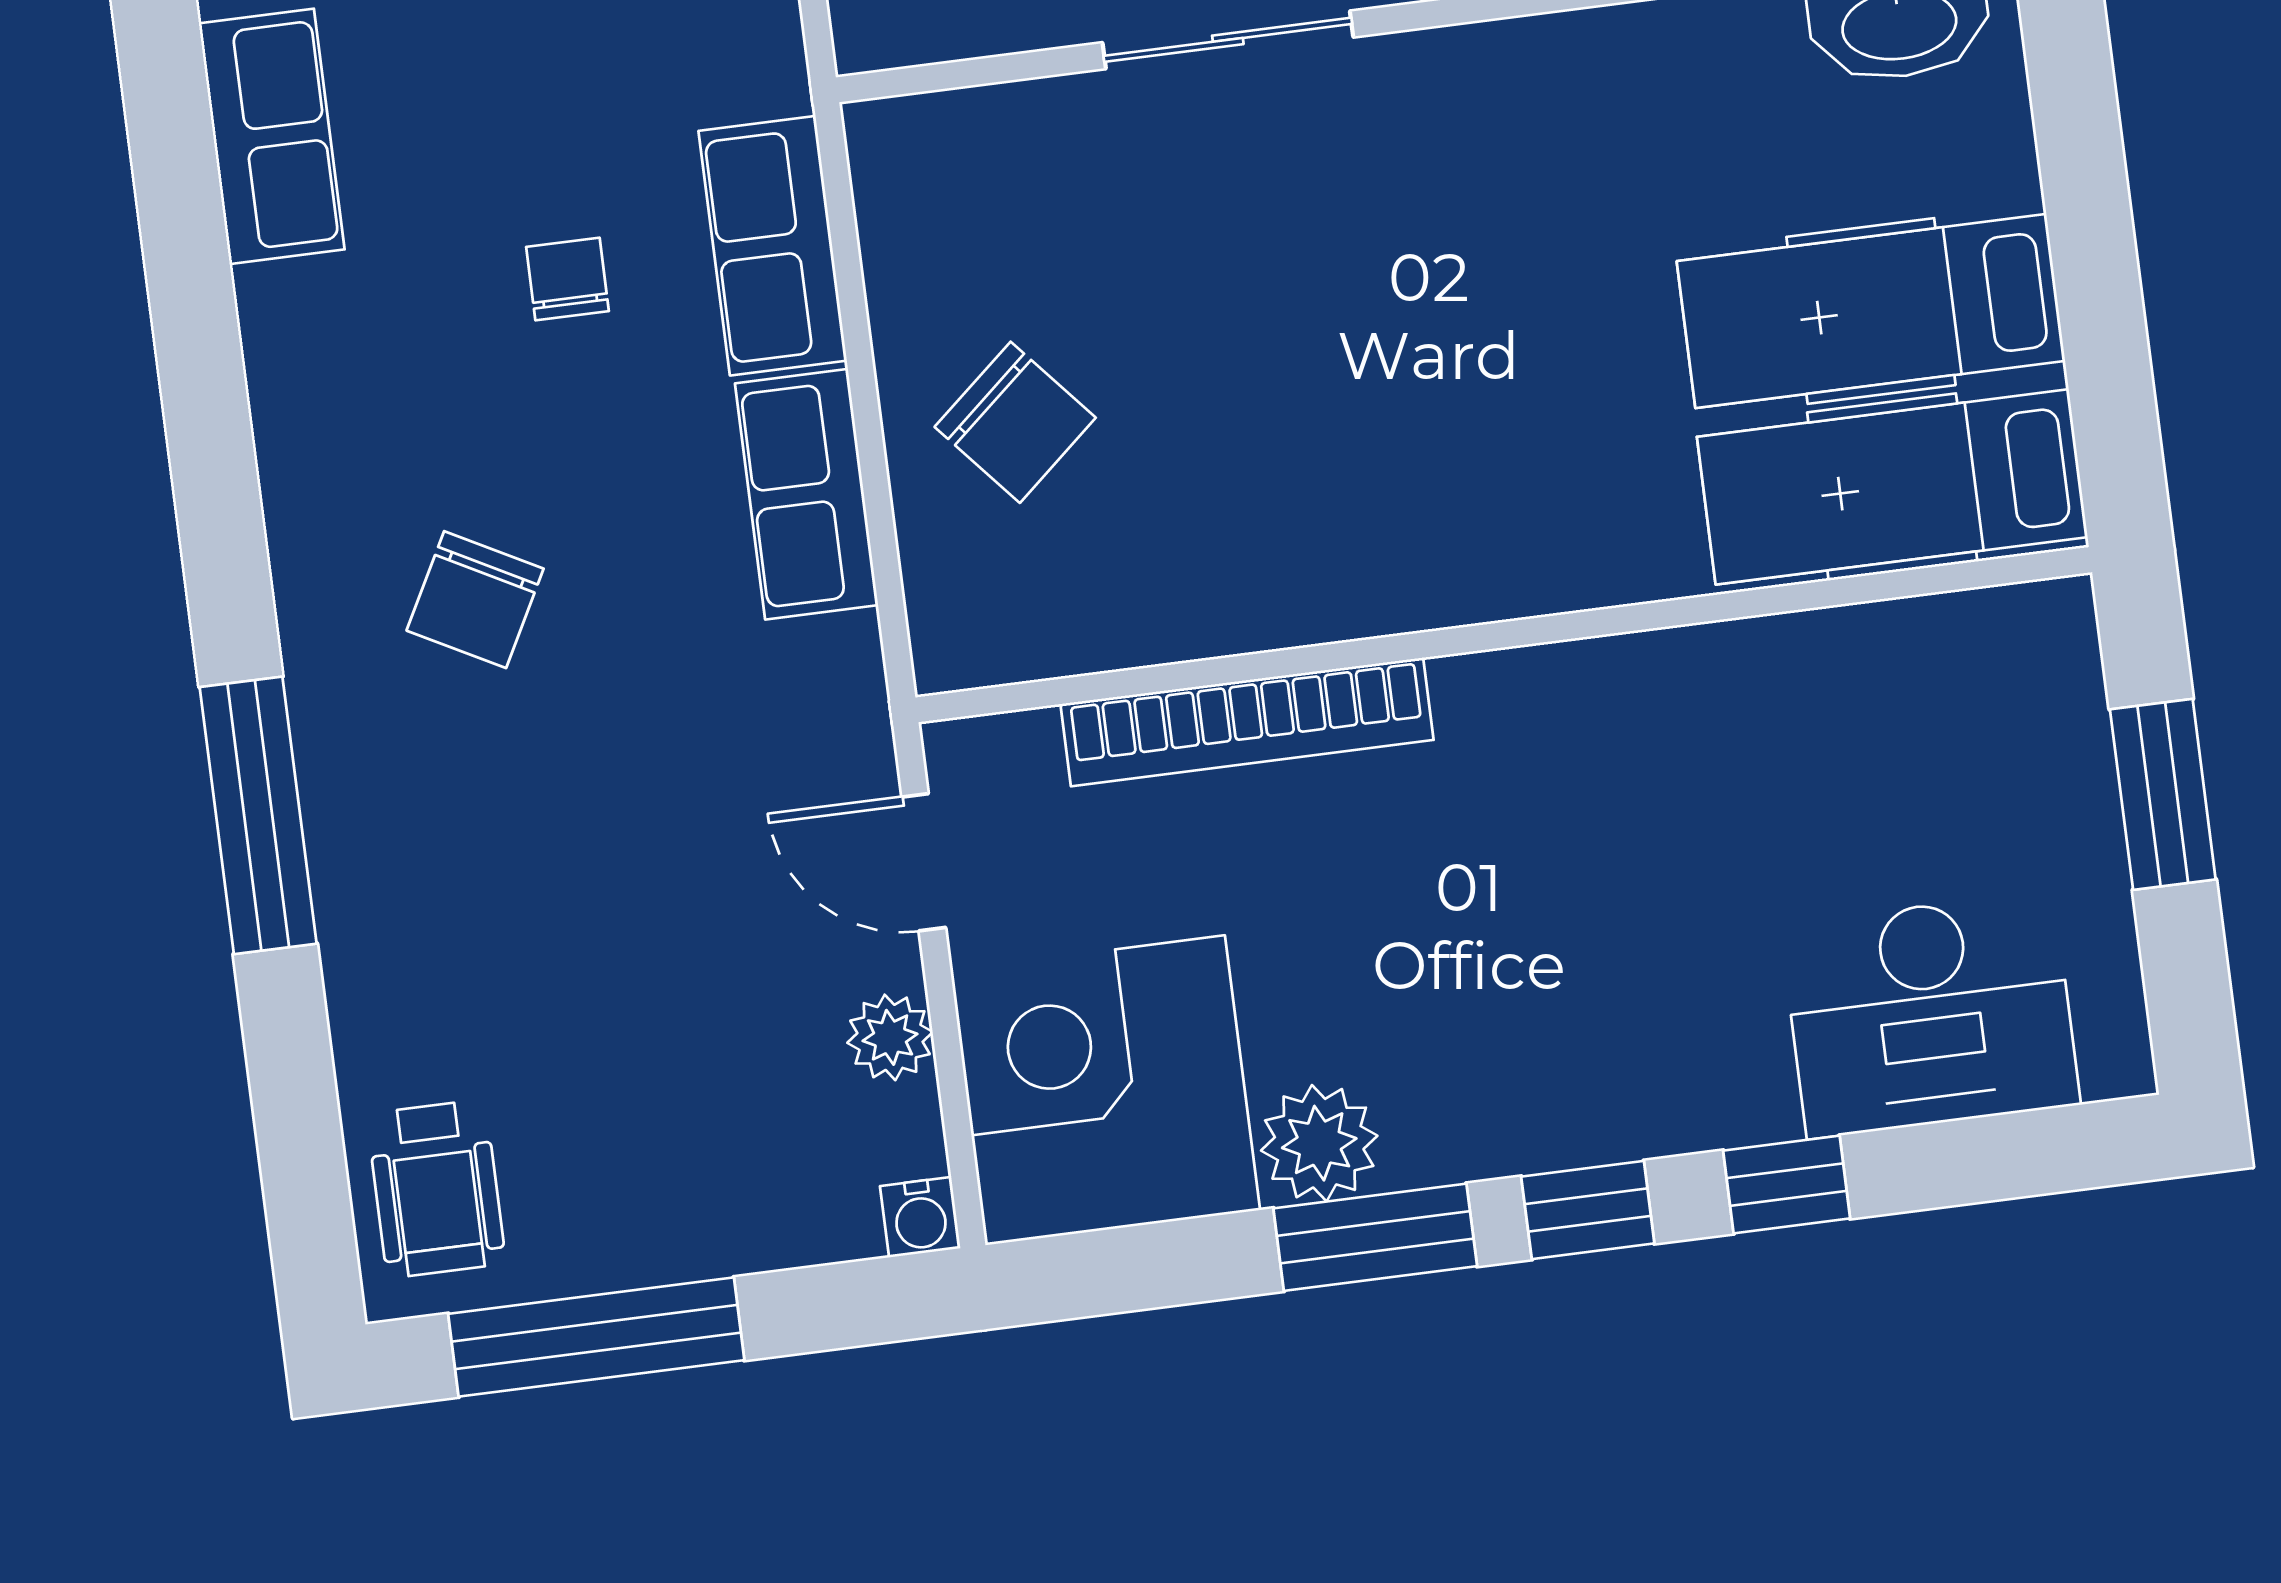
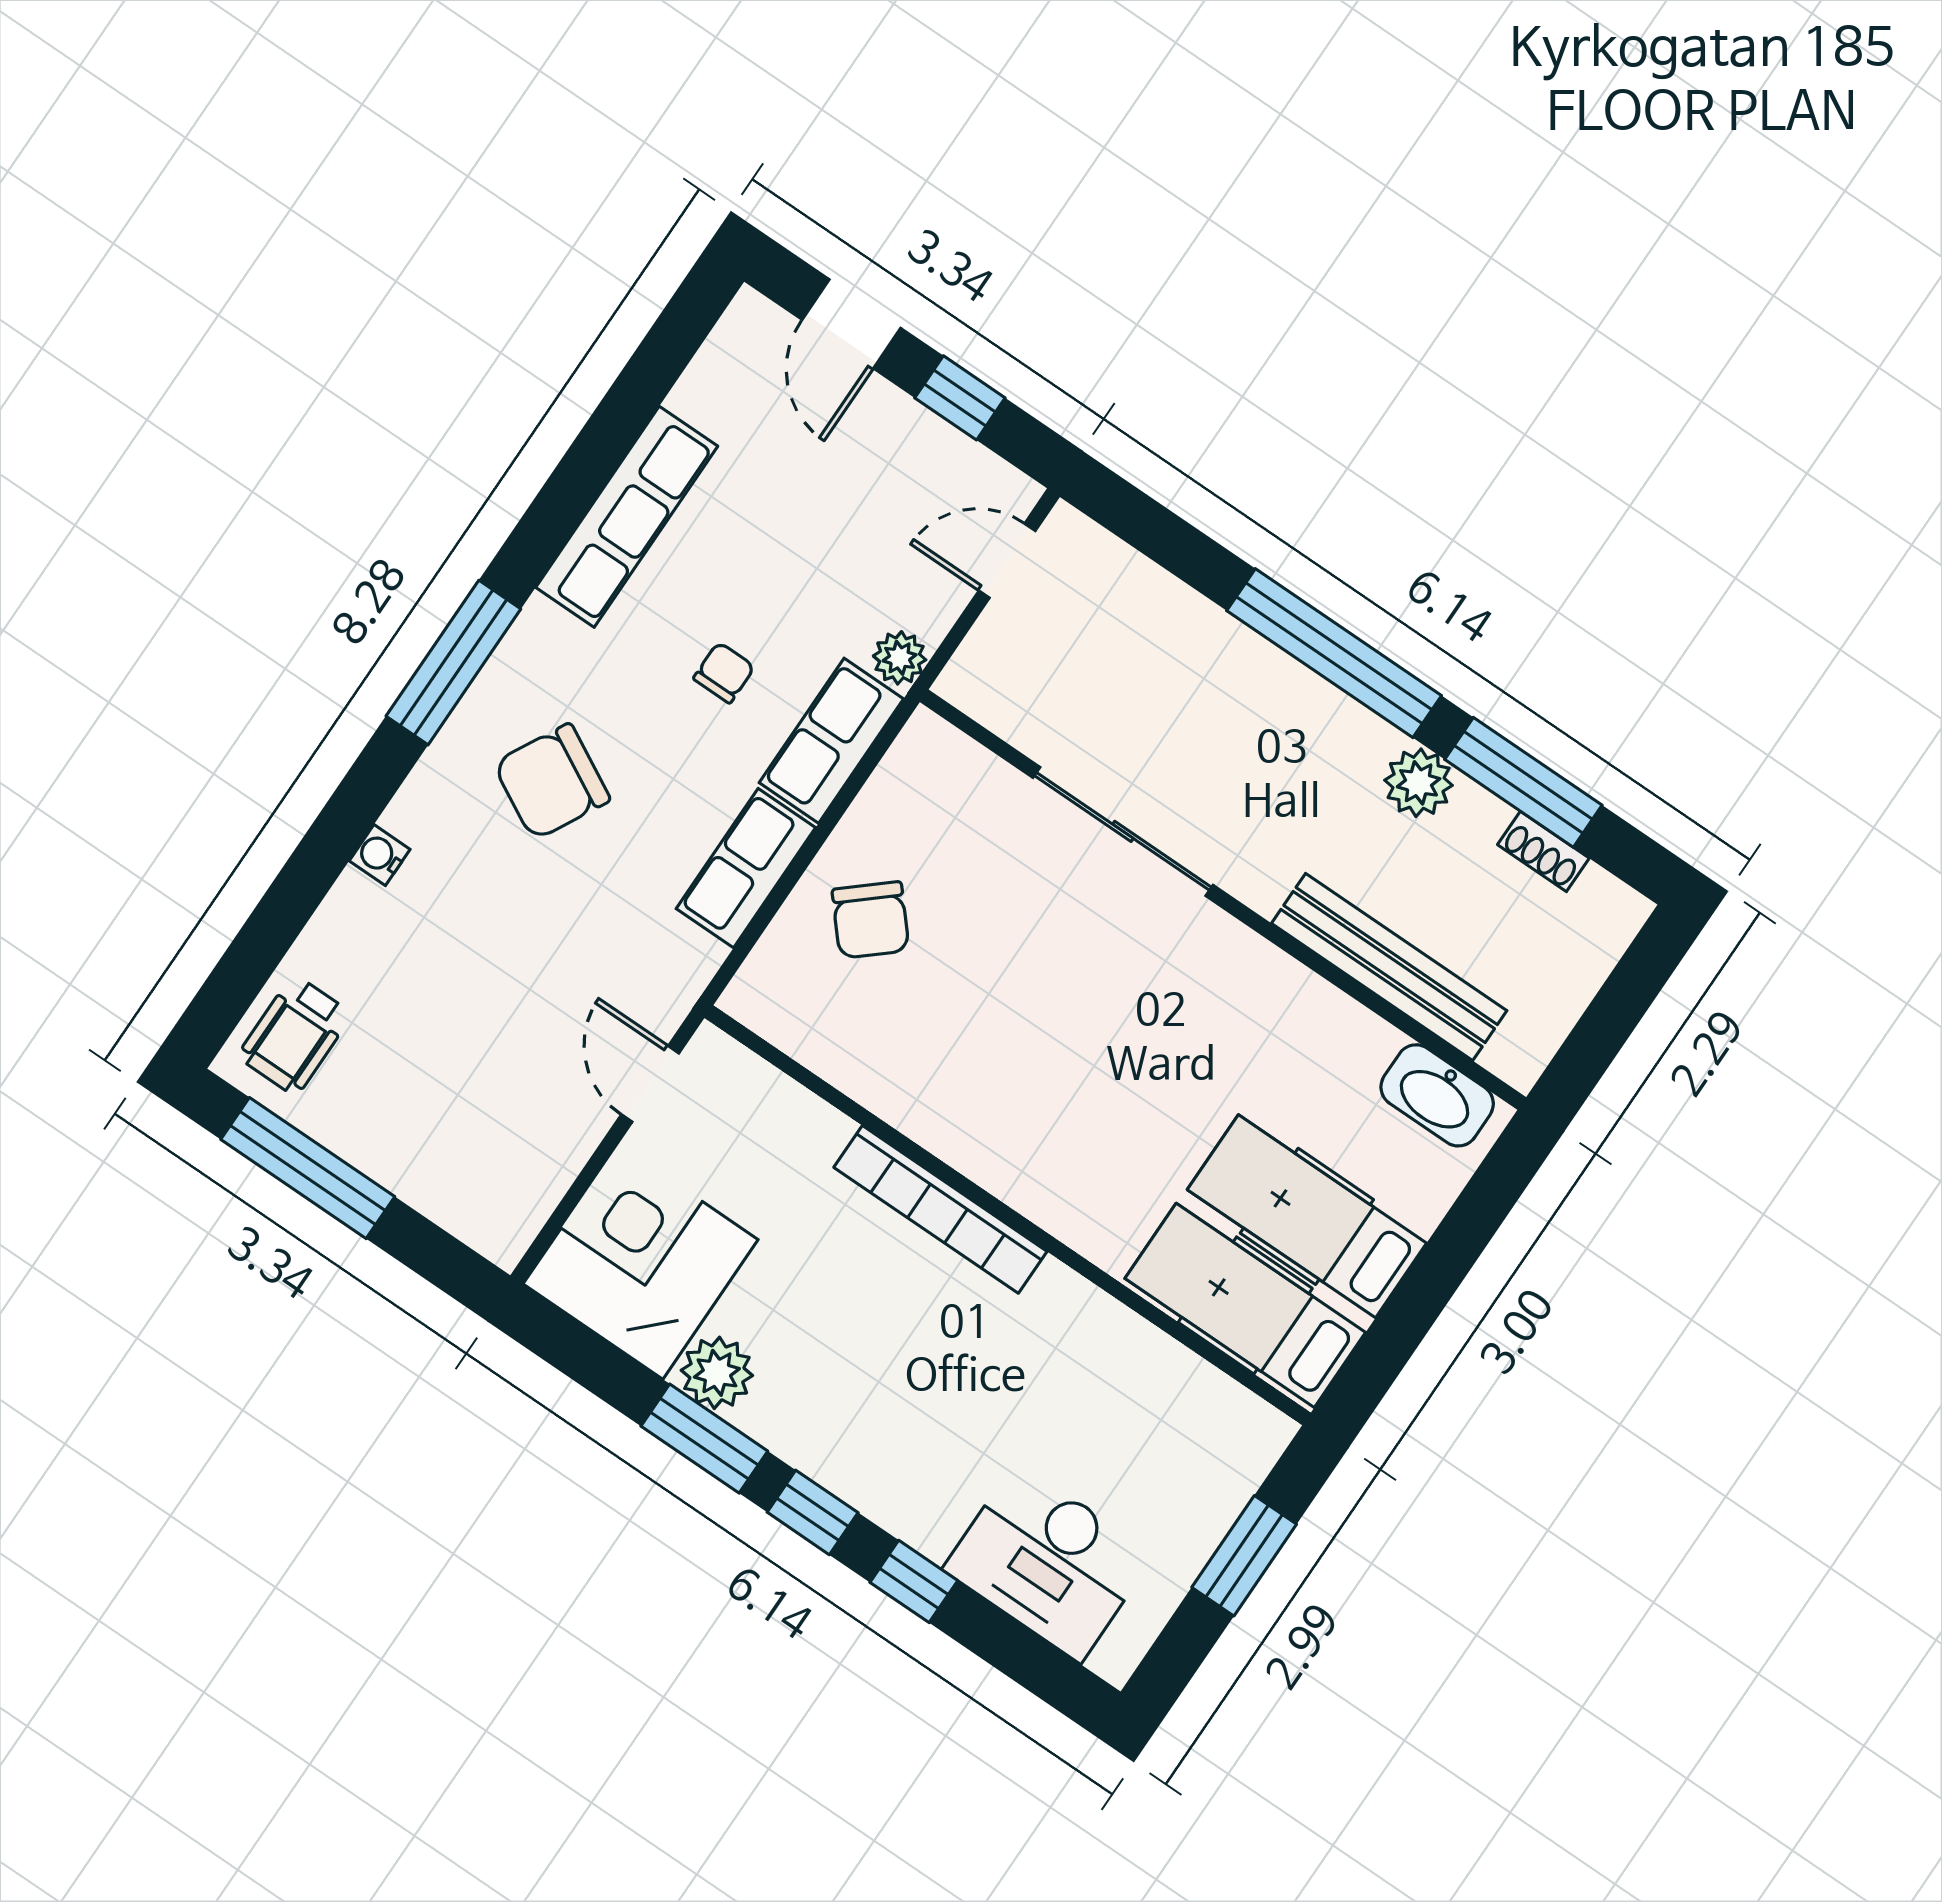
sliding door: (1228, 40) -> (1123, 831), width x1.37
row of seats: (272, 136) -> (627, 517), width x1.48
chair: (475, 600) -> (552, 782), width x1.37, depth x1.37
bookcase: (1247, 722) -> (940, 1209), moved
window: (258, 815) -> (453, 663), moved
plant: (890, 1037) -> (900, 658), moved
water cooler: (920, 1217) -> (380, 855), moved, turned 90

